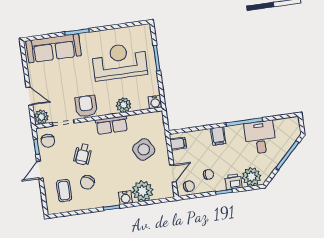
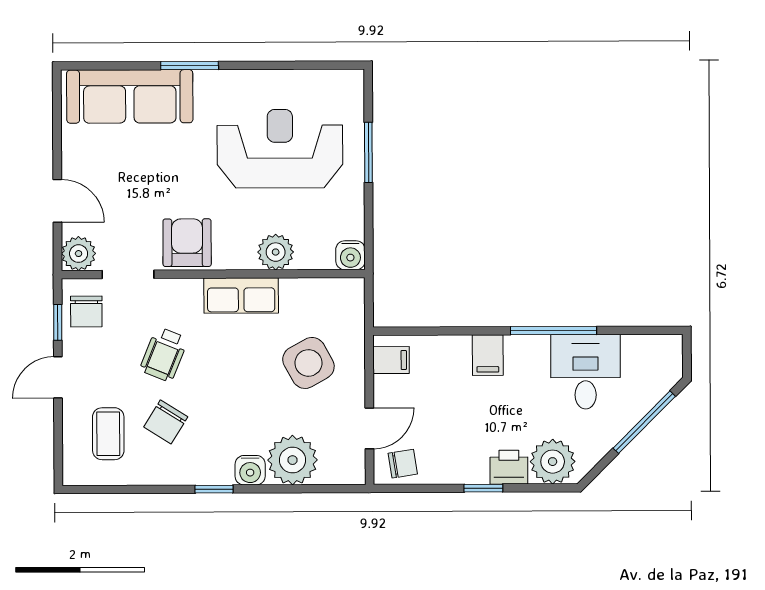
chair: (208, 174) -> (452, 442), removed

